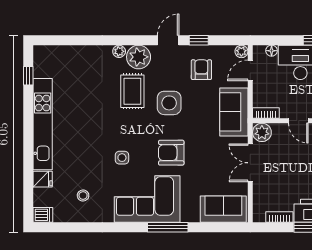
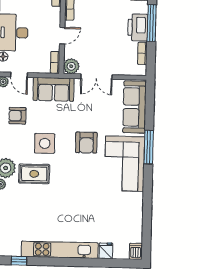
side table: (122, 158) -> (89, 184), removed
stool: (83, 196) -> (120, 217), removed
sofa: (223, 209) -> (134, 107), width x1.36

